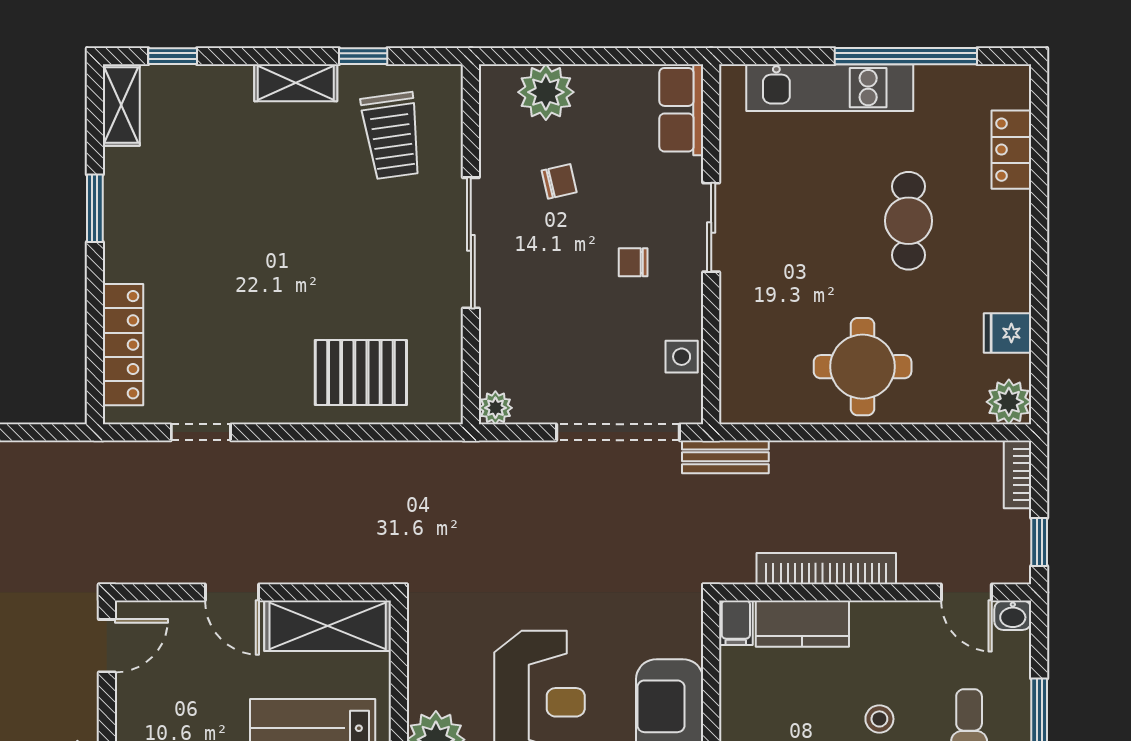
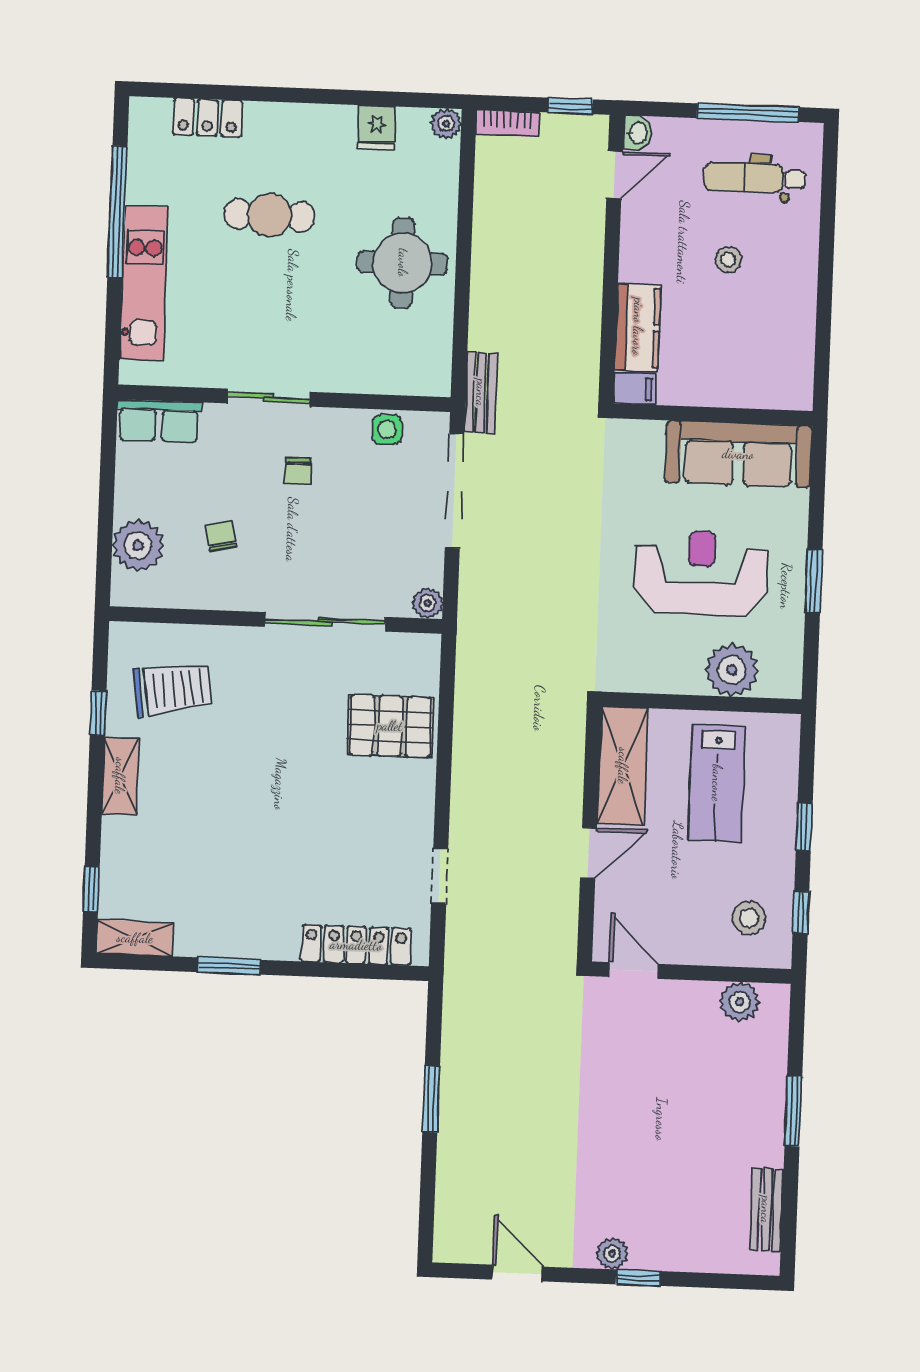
sliding door: (471, 243) -> (325, 622), moved
pallet: (361, 373) -> (390, 726), turned 90
plant: (1009, 402) -> (446, 124), width x0.73, depth x0.73
bookcase: (826, 569) -> (588, 303), removed

